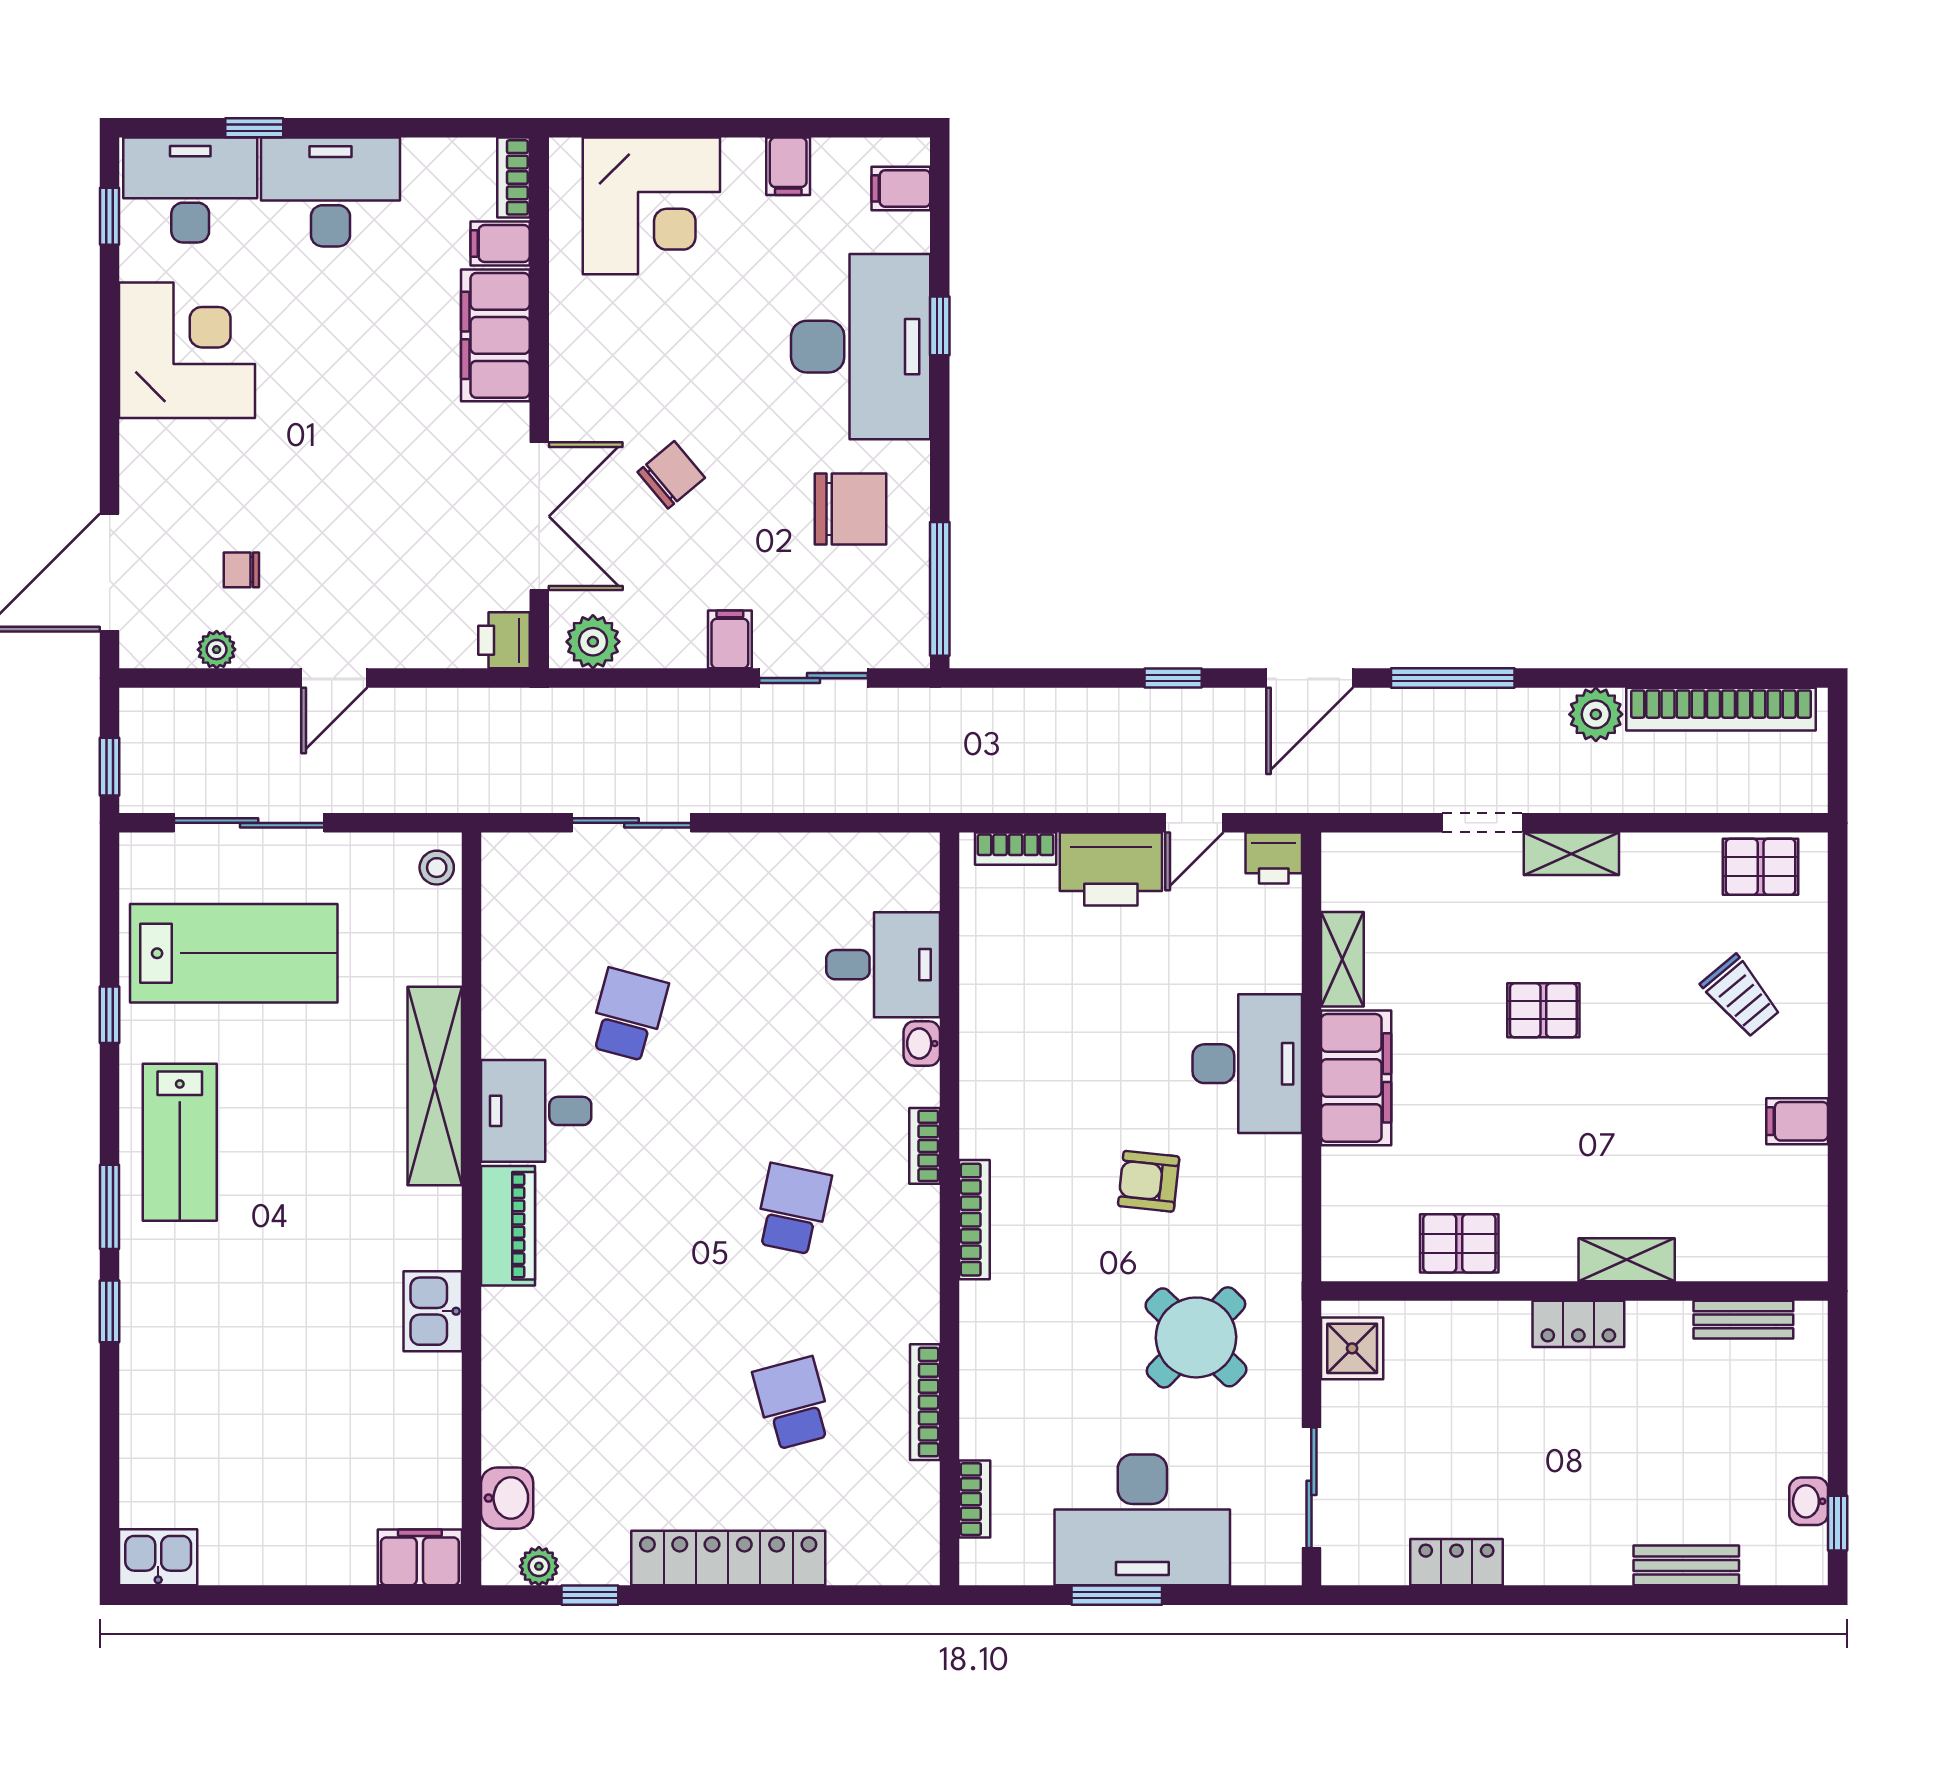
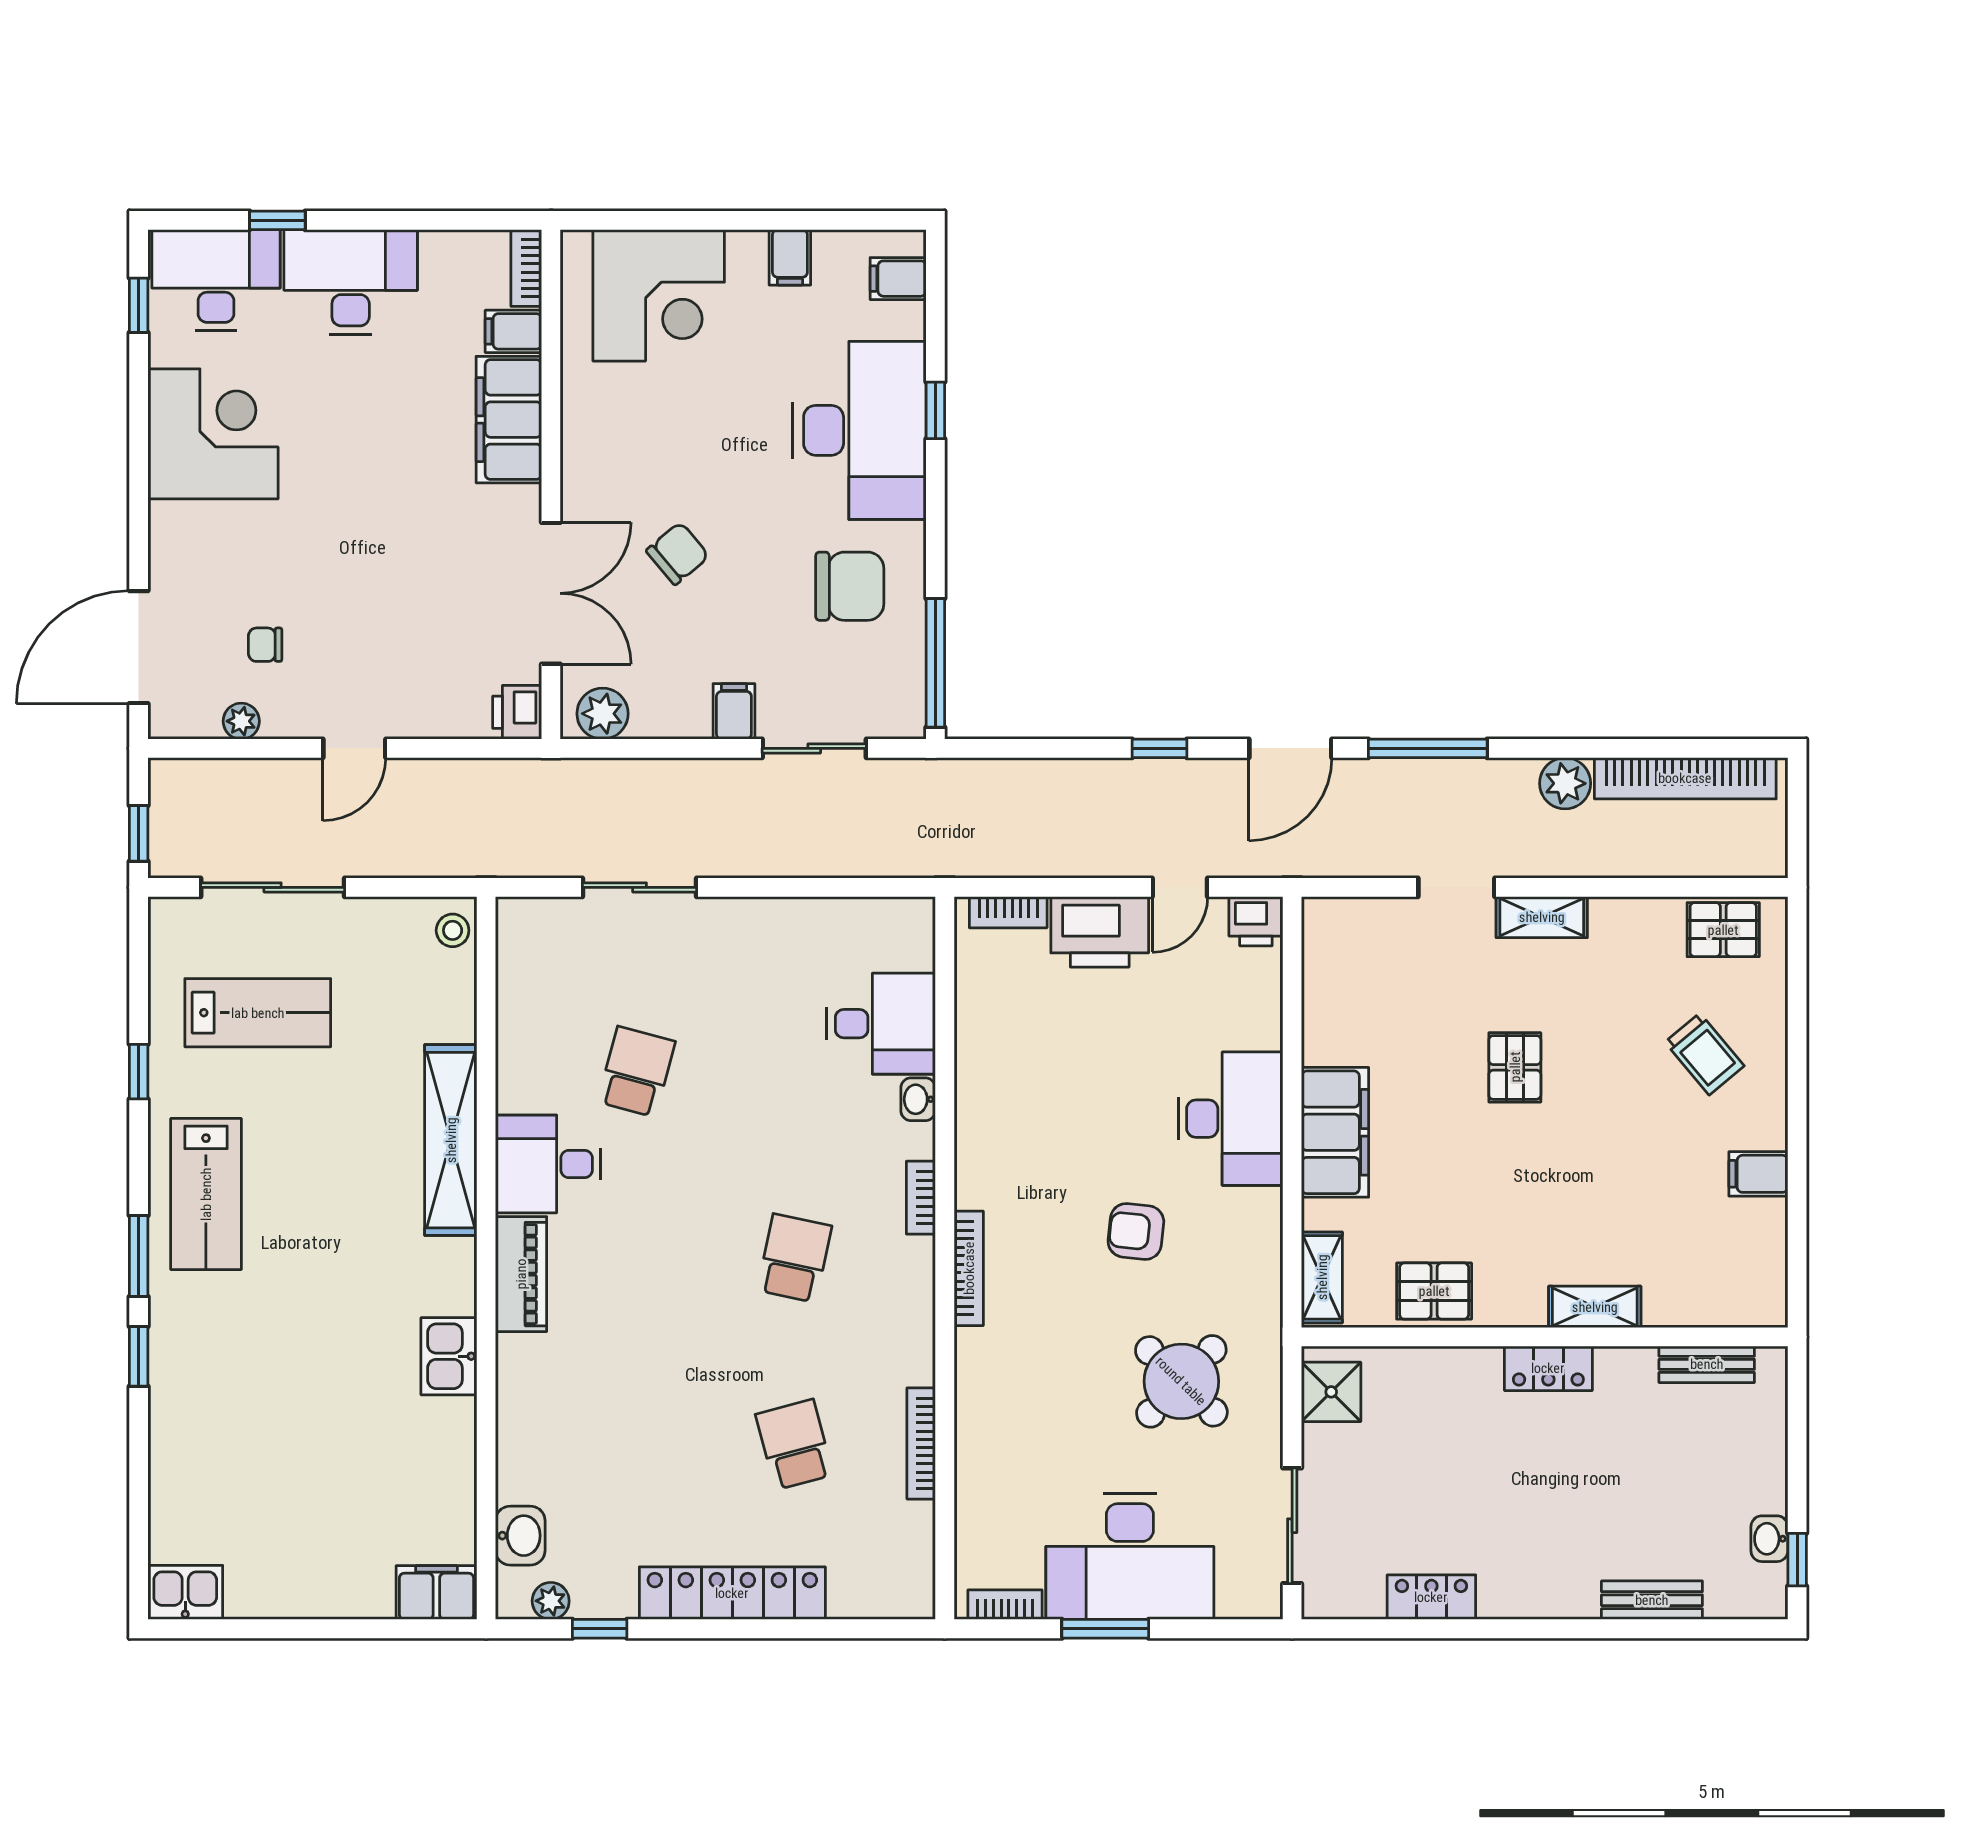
lab bench: (234, 953) -> (258, 1013), width x0.73, depth x0.72
shelving: (1342, 959) -> (1322, 1277), moved
pallet: (1543, 1010) -> (1515, 1067), turned 90
bookcase: (975, 1499) -> (1005, 1605), moved, turned -90

